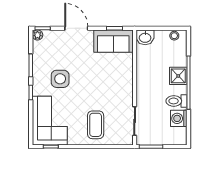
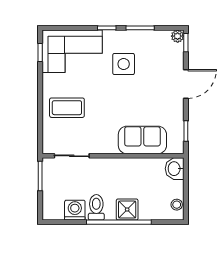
sofa: (113, 41) -> (142, 140), moved, turned 90

